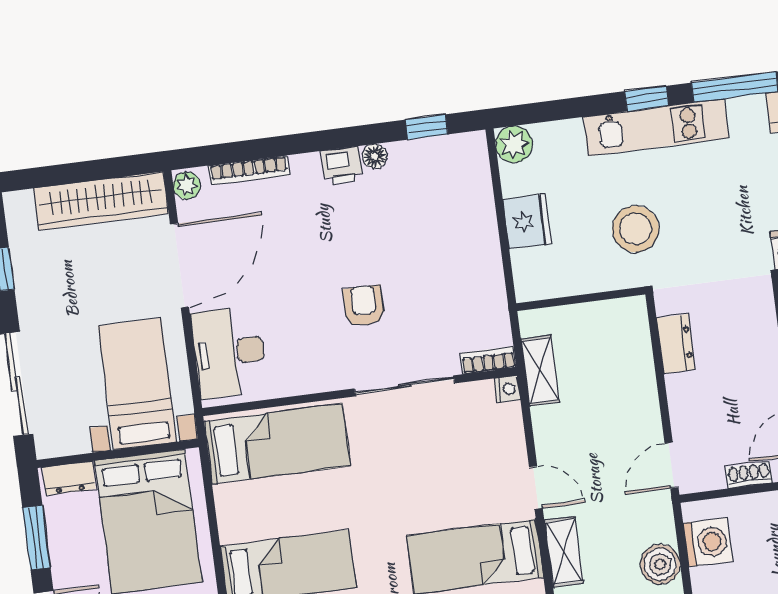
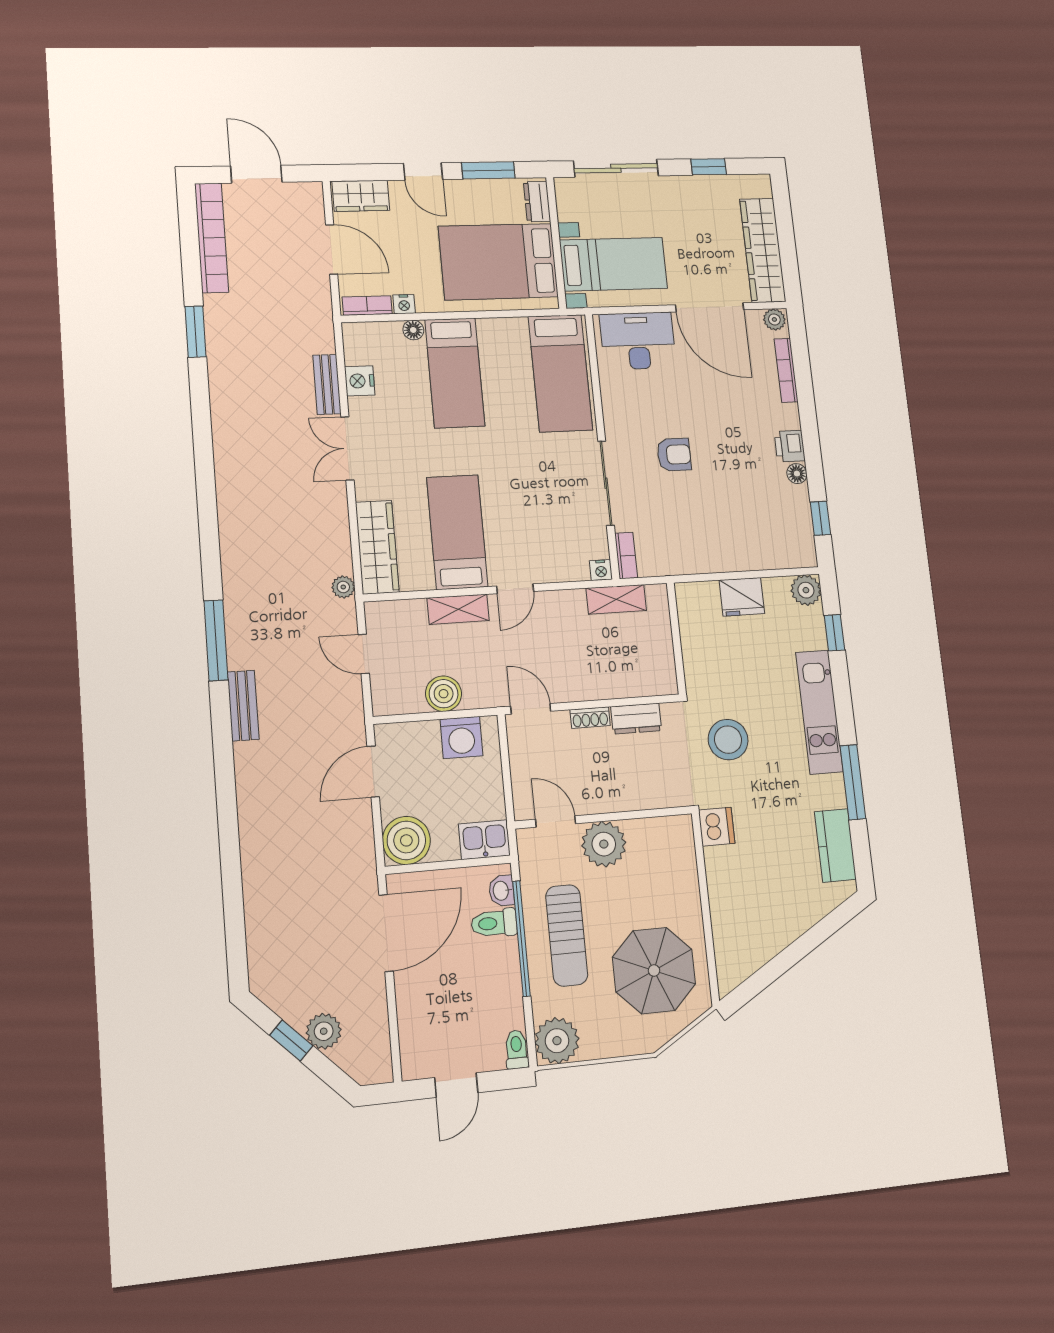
window: (647, 98) -> (834, 633), moved
stool: (636, 229) -> (728, 740), moved
shoe rack: (749, 475) -> (590, 718), moved, turned 90

